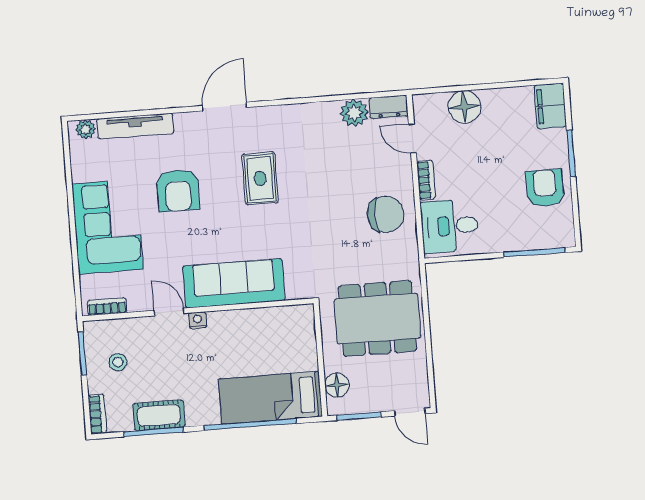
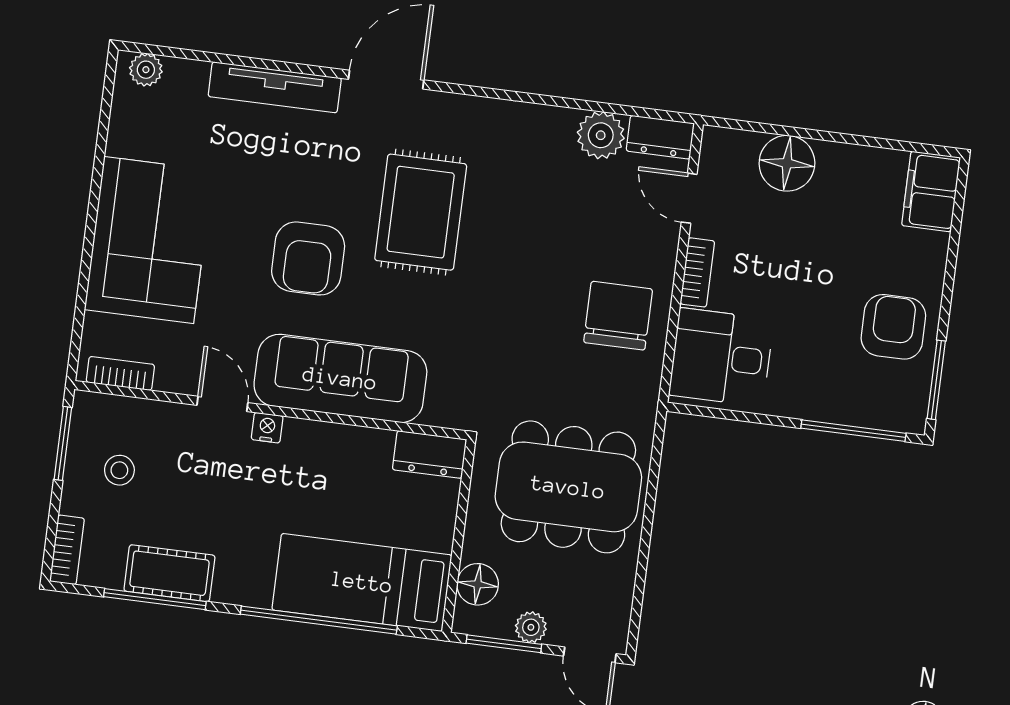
tv unit: (135, 126) -> (275, 87), moved
window: (571, 154) -> (936, 380), moved
rug: (260, 178) -> (421, 212), width x1.36, depth x1.43
armchair: (178, 190) -> (308, 258), moved
chair: (386, 214) -> (618, 316), turned -90
dresser: (294, 316) -> (430, 455), added
plant: (373, 403) -> (531, 627), added

